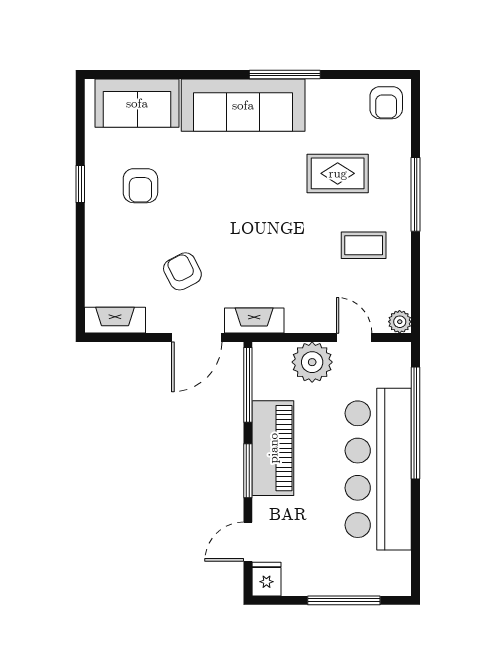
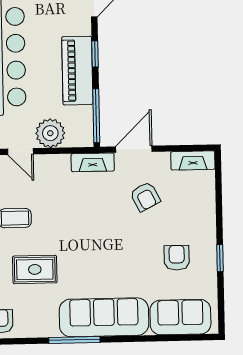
window: (248, 471) -> (95, 54), width x0.67

